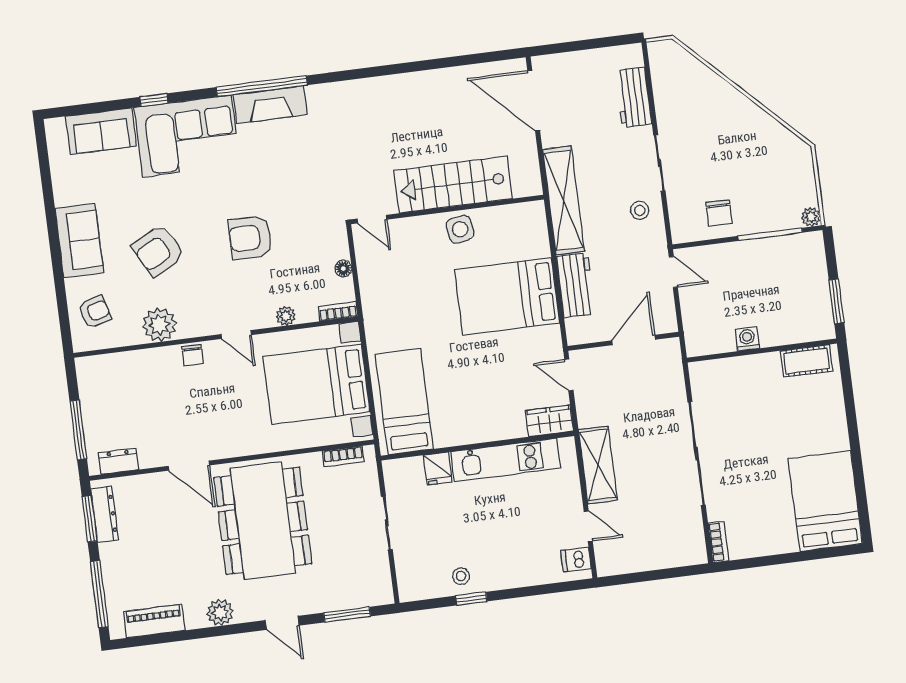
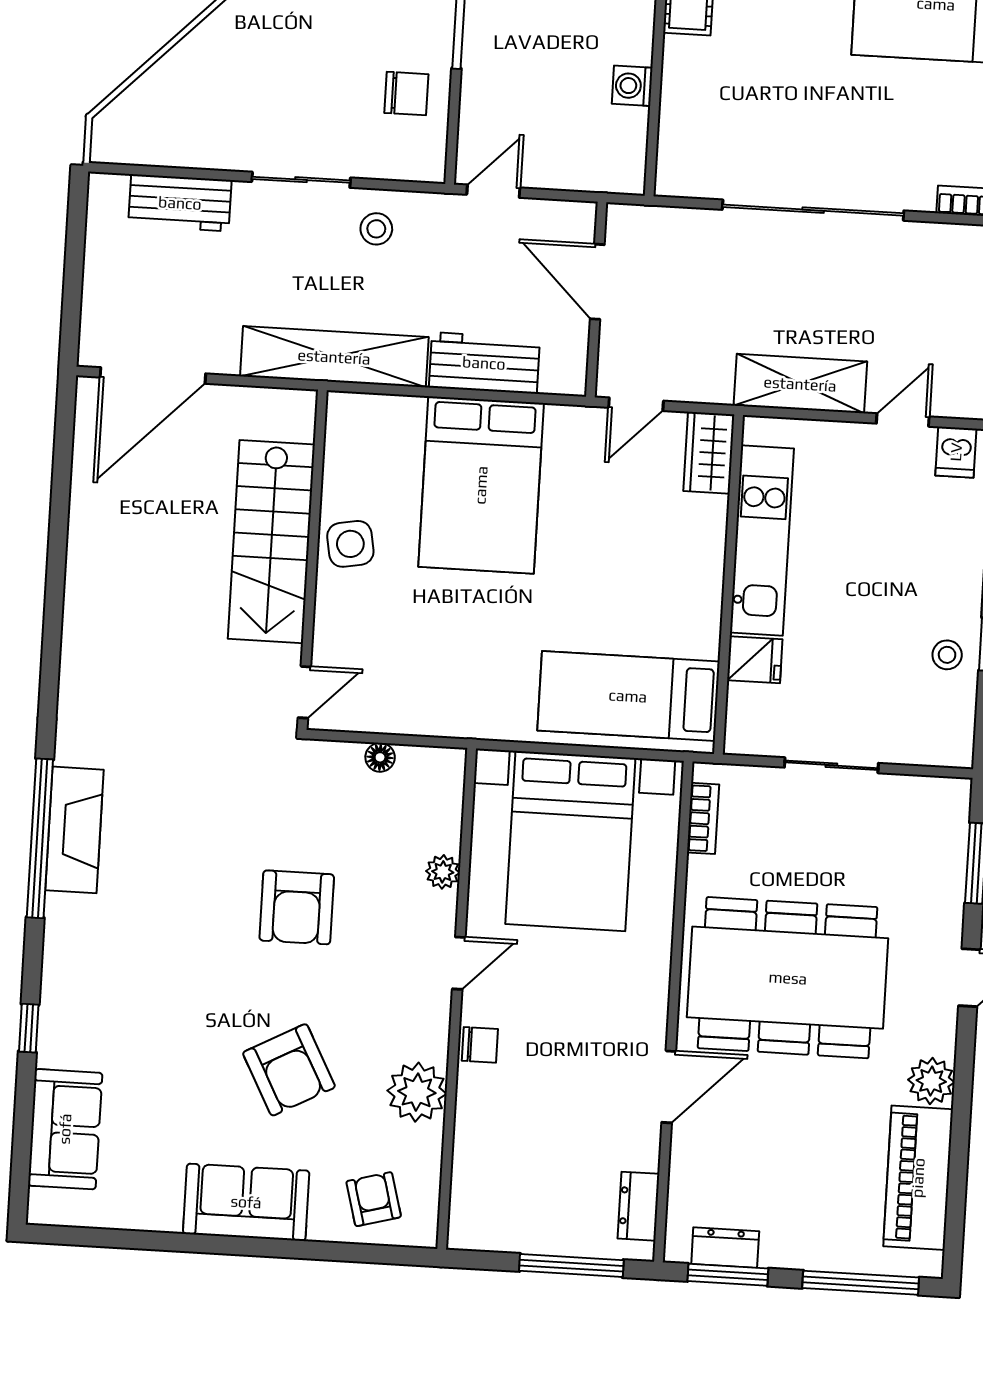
corner sofa: (187, 136) -> (101, 983), removed
bookcase: (338, 311) -> (452, 781), removed
dresser: (105, 514) -> (725, 1248), width x0.70
piano: (154, 621) -> (918, 1178), width x1.37, depth x1.33

